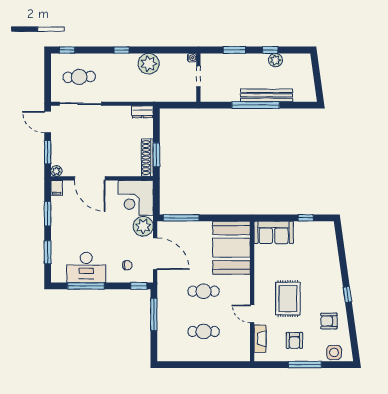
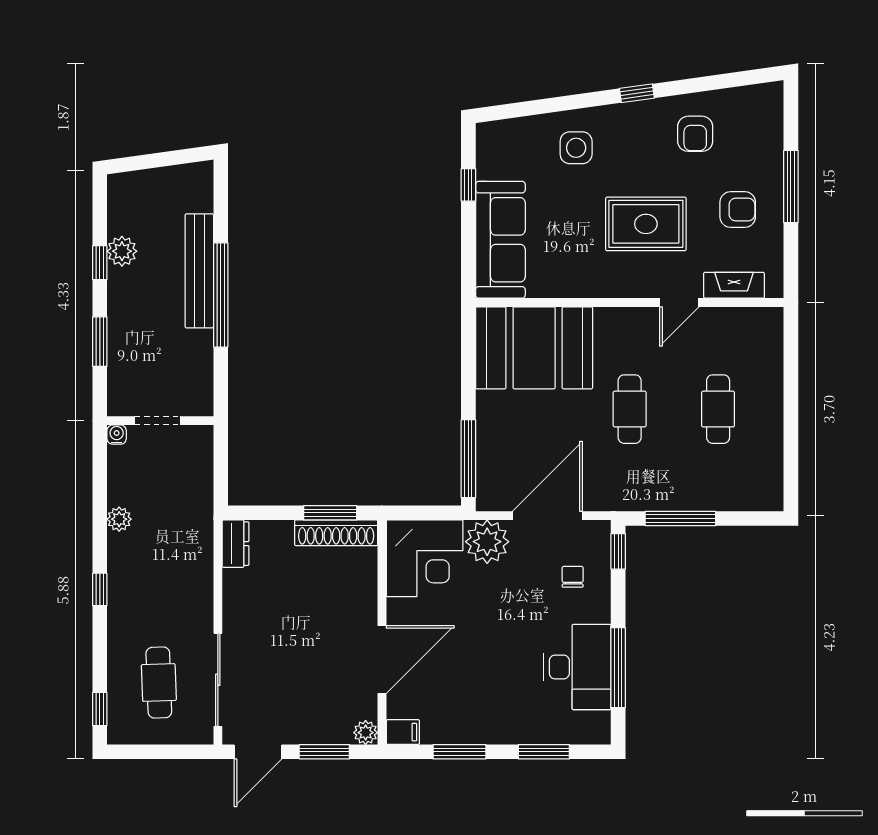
plant: (149, 64) -> (119, 519), width x0.53, depth x0.53
sofa: (274, 232) -> (500, 240), width x1.36
side table: (334, 352) -> (576, 148), moved

